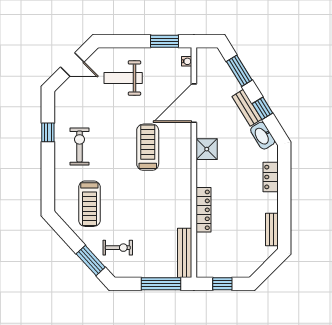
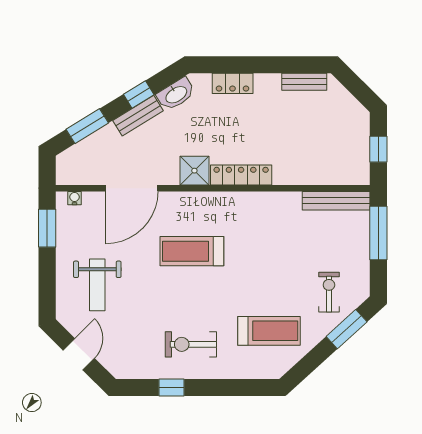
door: (194, 103) -> (132, 188), hinge flipped
locker: (204, 210) -> (241, 175), moved

